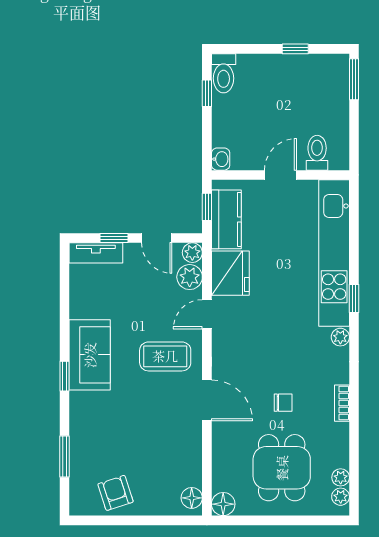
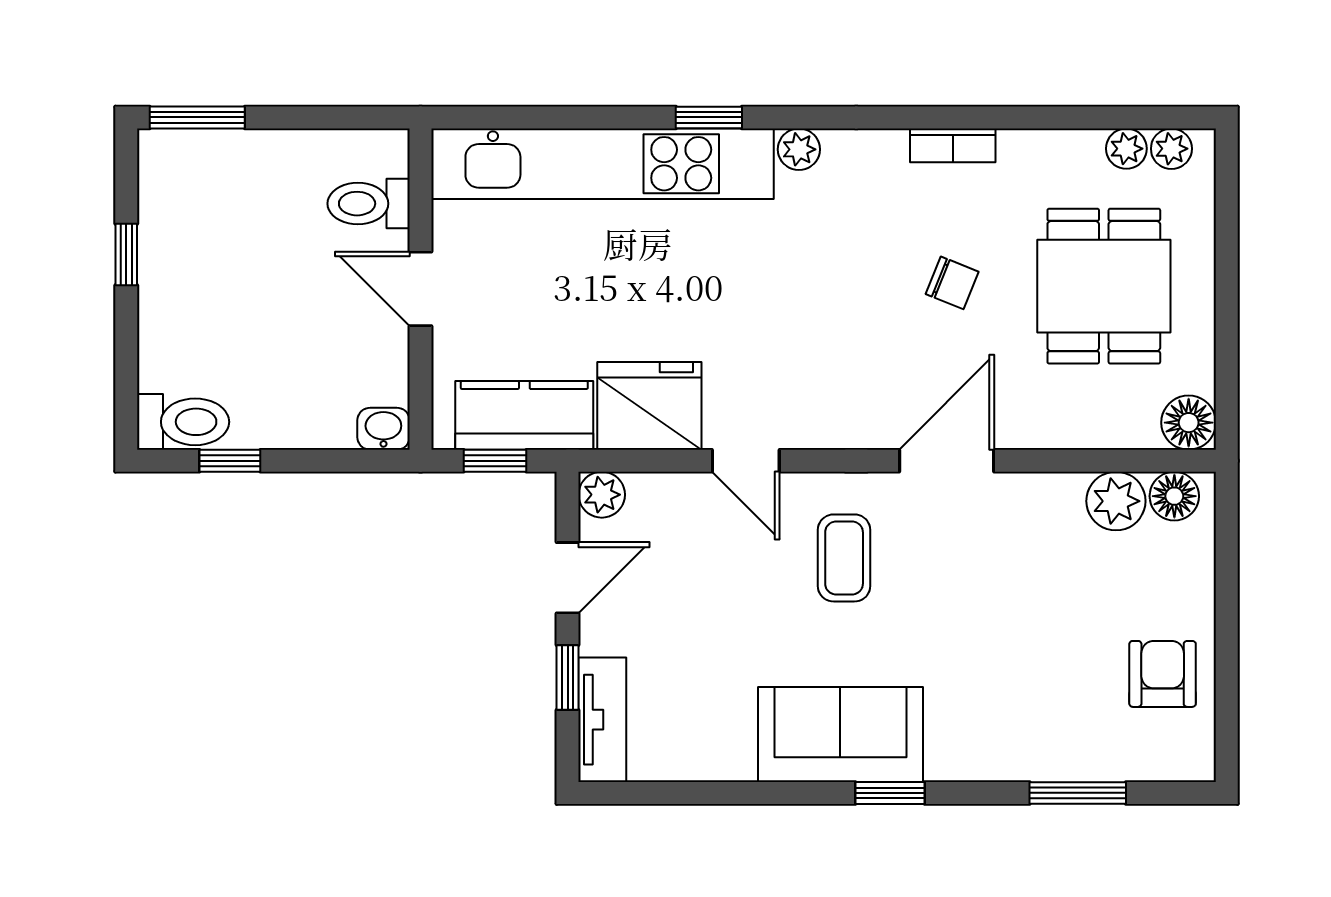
plant: (190, 277) -> (1116, 501), moved
coffee table: (165, 356) -> (844, 558), width x0.73, depth x0.77
chair: (283, 403) -> (952, 283), turned 112
dining table: (282, 468) -> (1104, 286), turned 90
armchair: (116, 493) -> (1163, 674), turned 108

